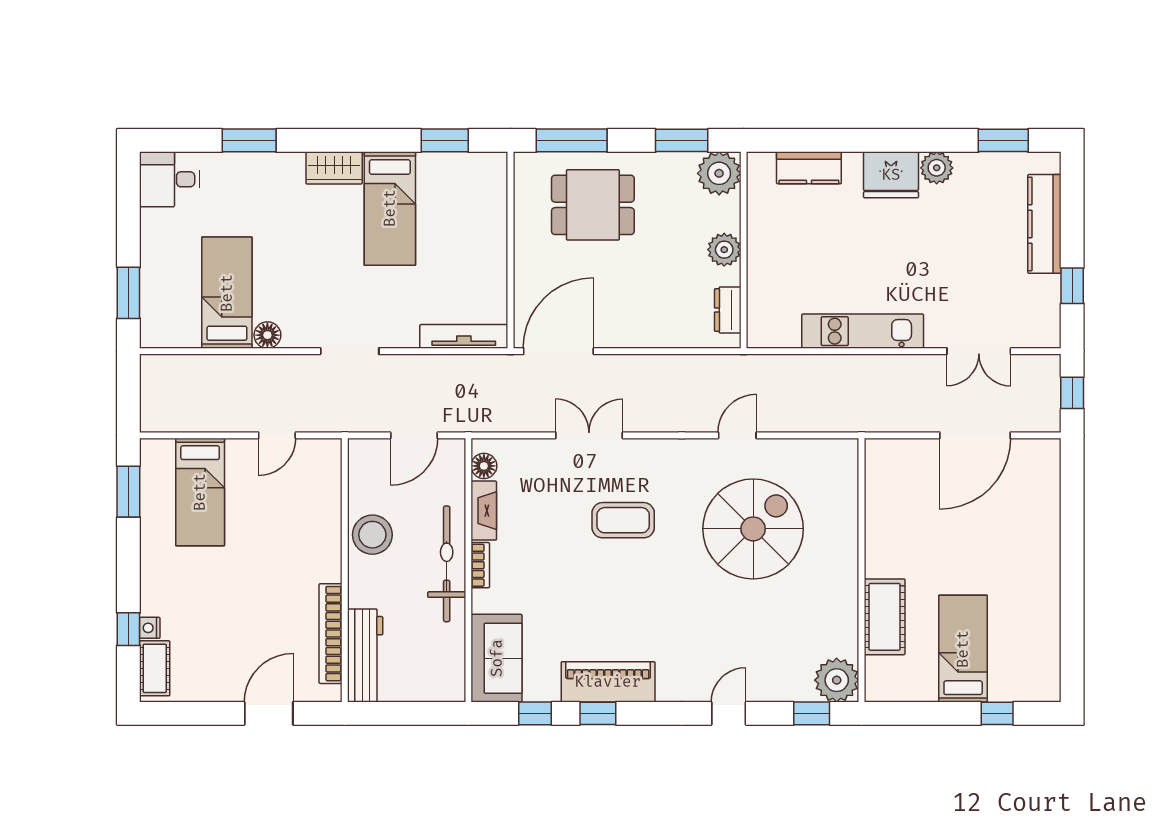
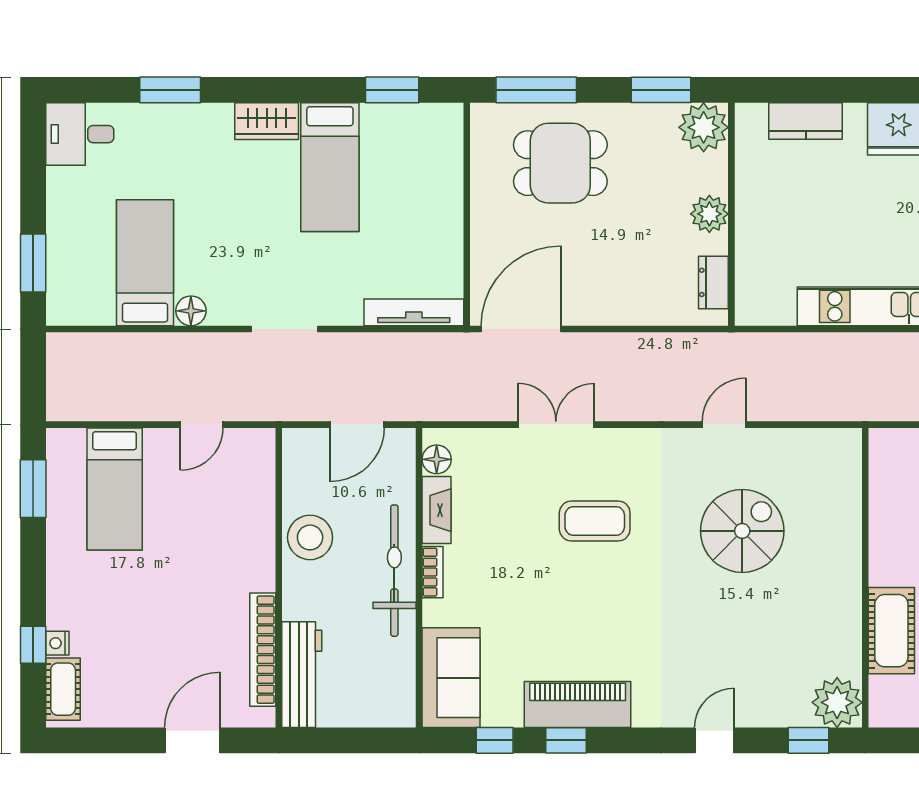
spiral stairs: (753, 529) -> (742, 531), width x0.73, depth x0.73

